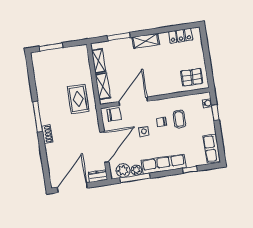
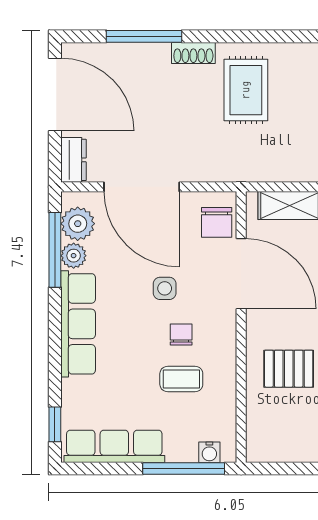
pallet: (192, 77) -> (289, 369), moved, turned 90
rug: (78, 99) -> (246, 90), moved, turned 90
window: (215, 113) -> (184, 469), width x2.17
window: (38, 117) -> (144, 36), moved
row of seats: (212, 149) -> (114, 446), width x1.48
window: (190, 170) -> (55, 424), moved

